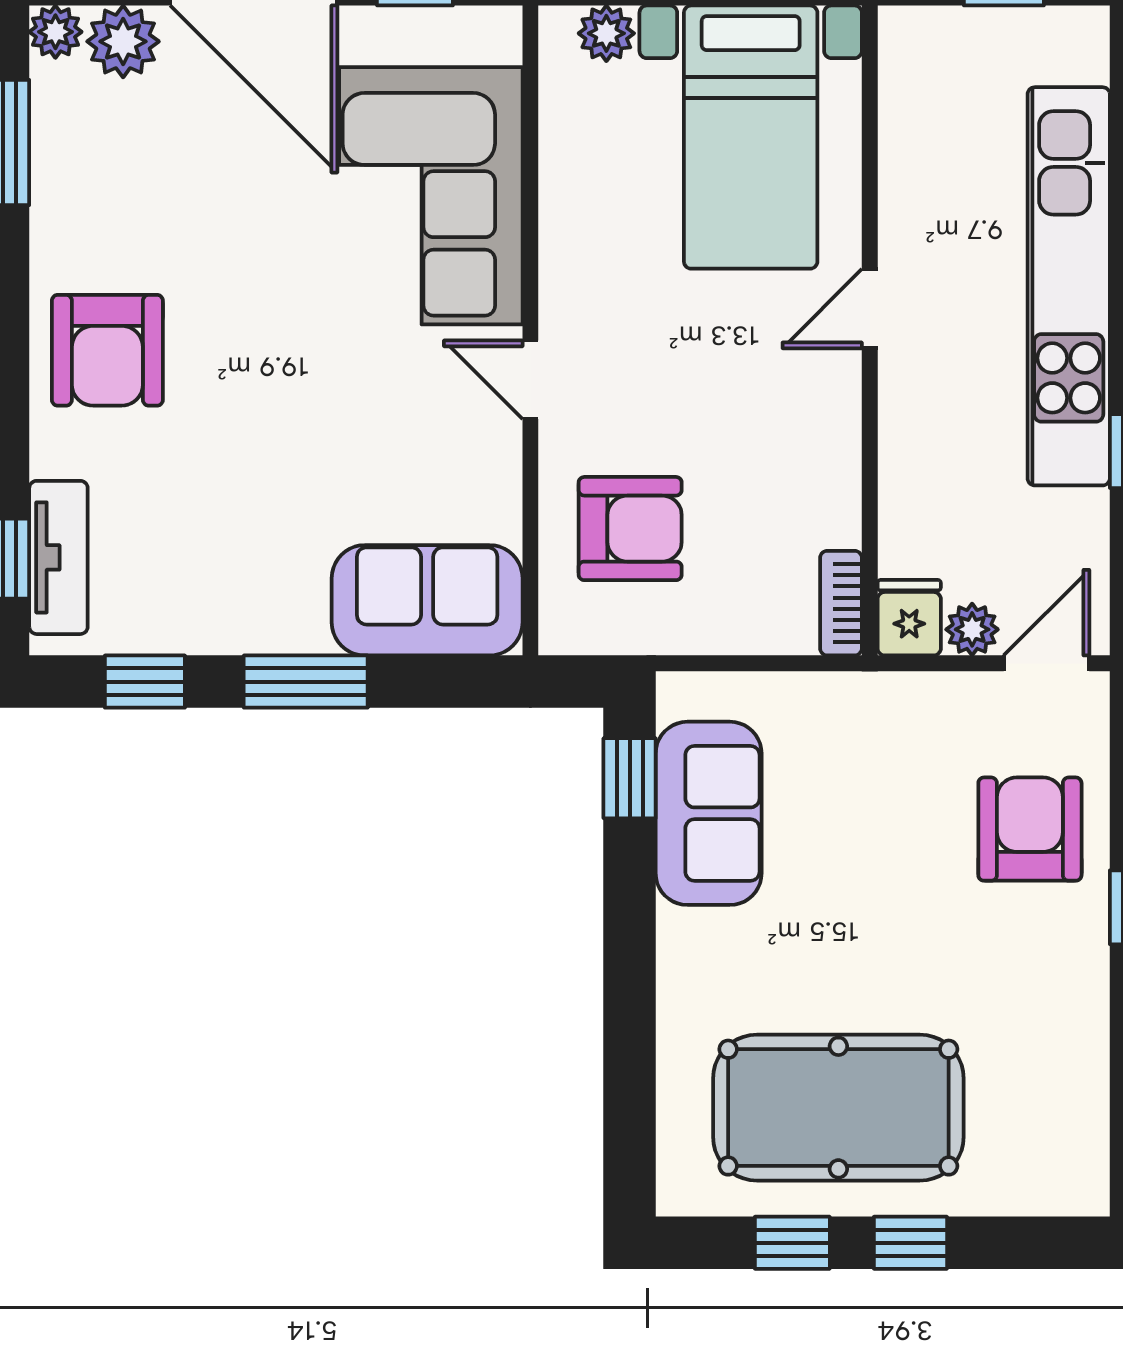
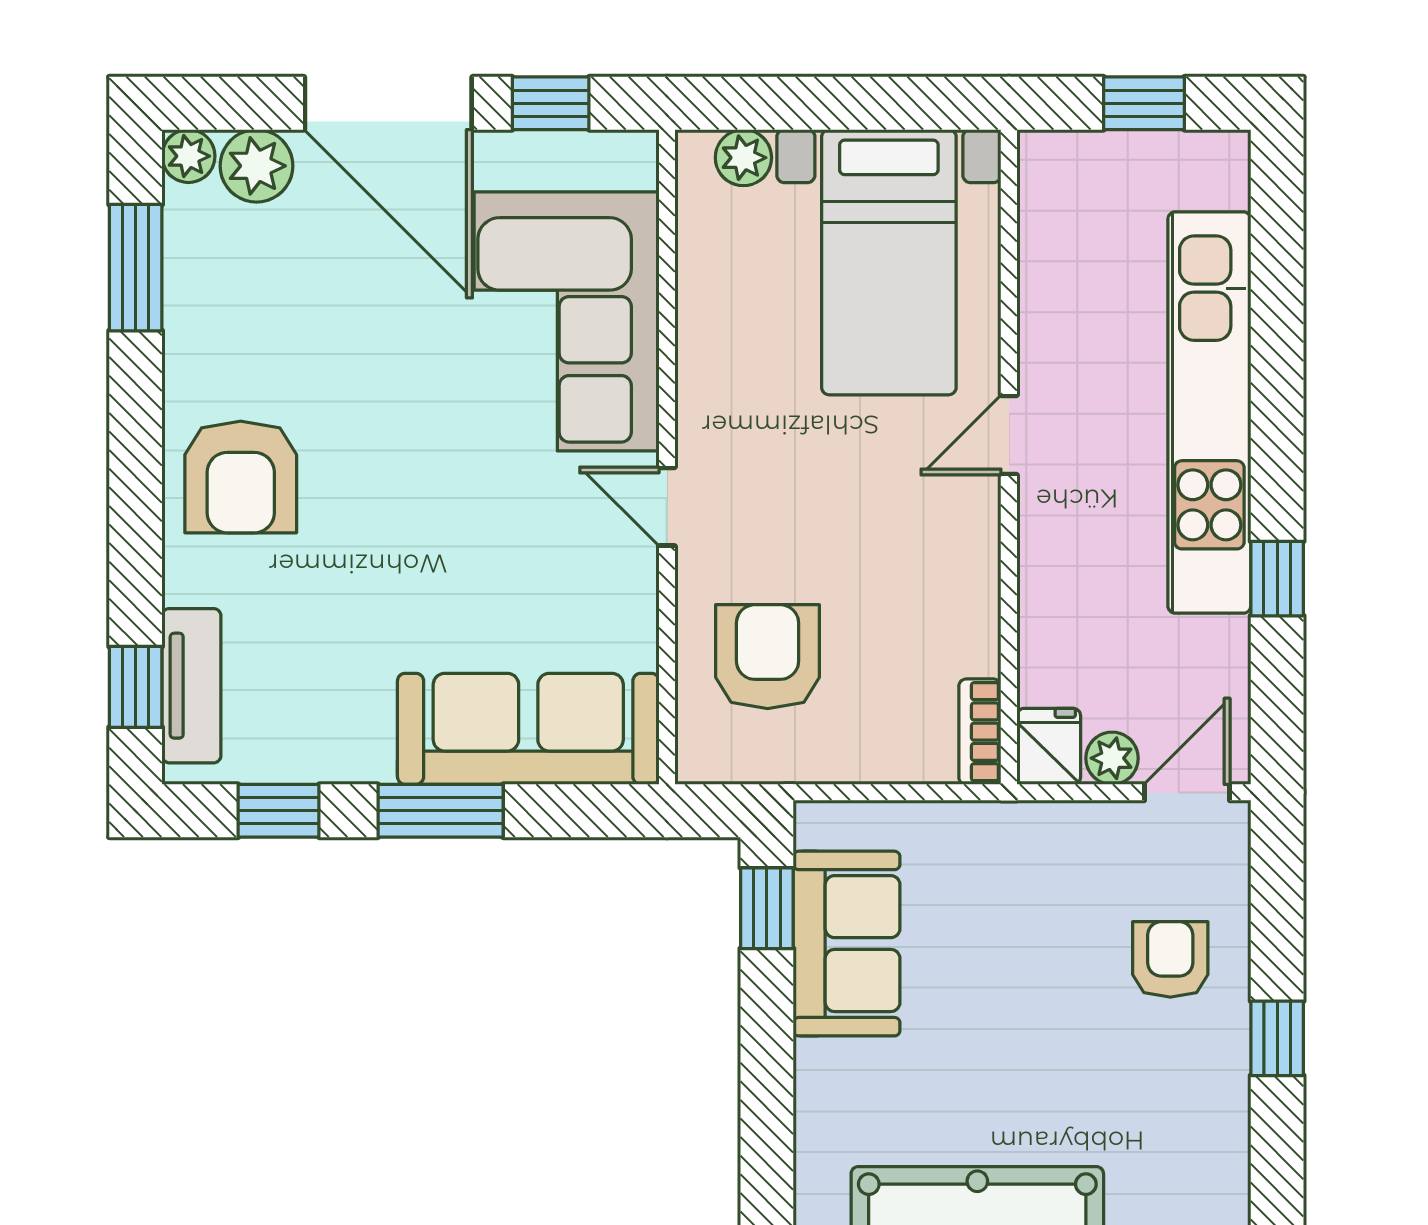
armchair: (630, 529) -> (768, 657), turned -90
sofa: (427, 600) -> (528, 729), width x1.36
armchair: (1030, 829) -> (1170, 959), width x0.72, depth x0.72

